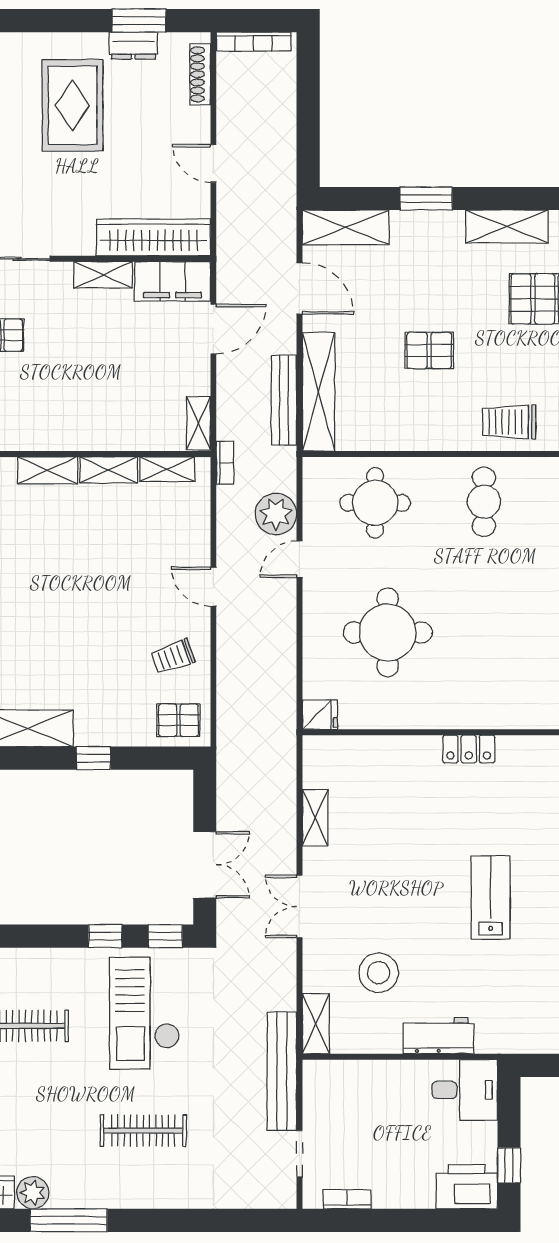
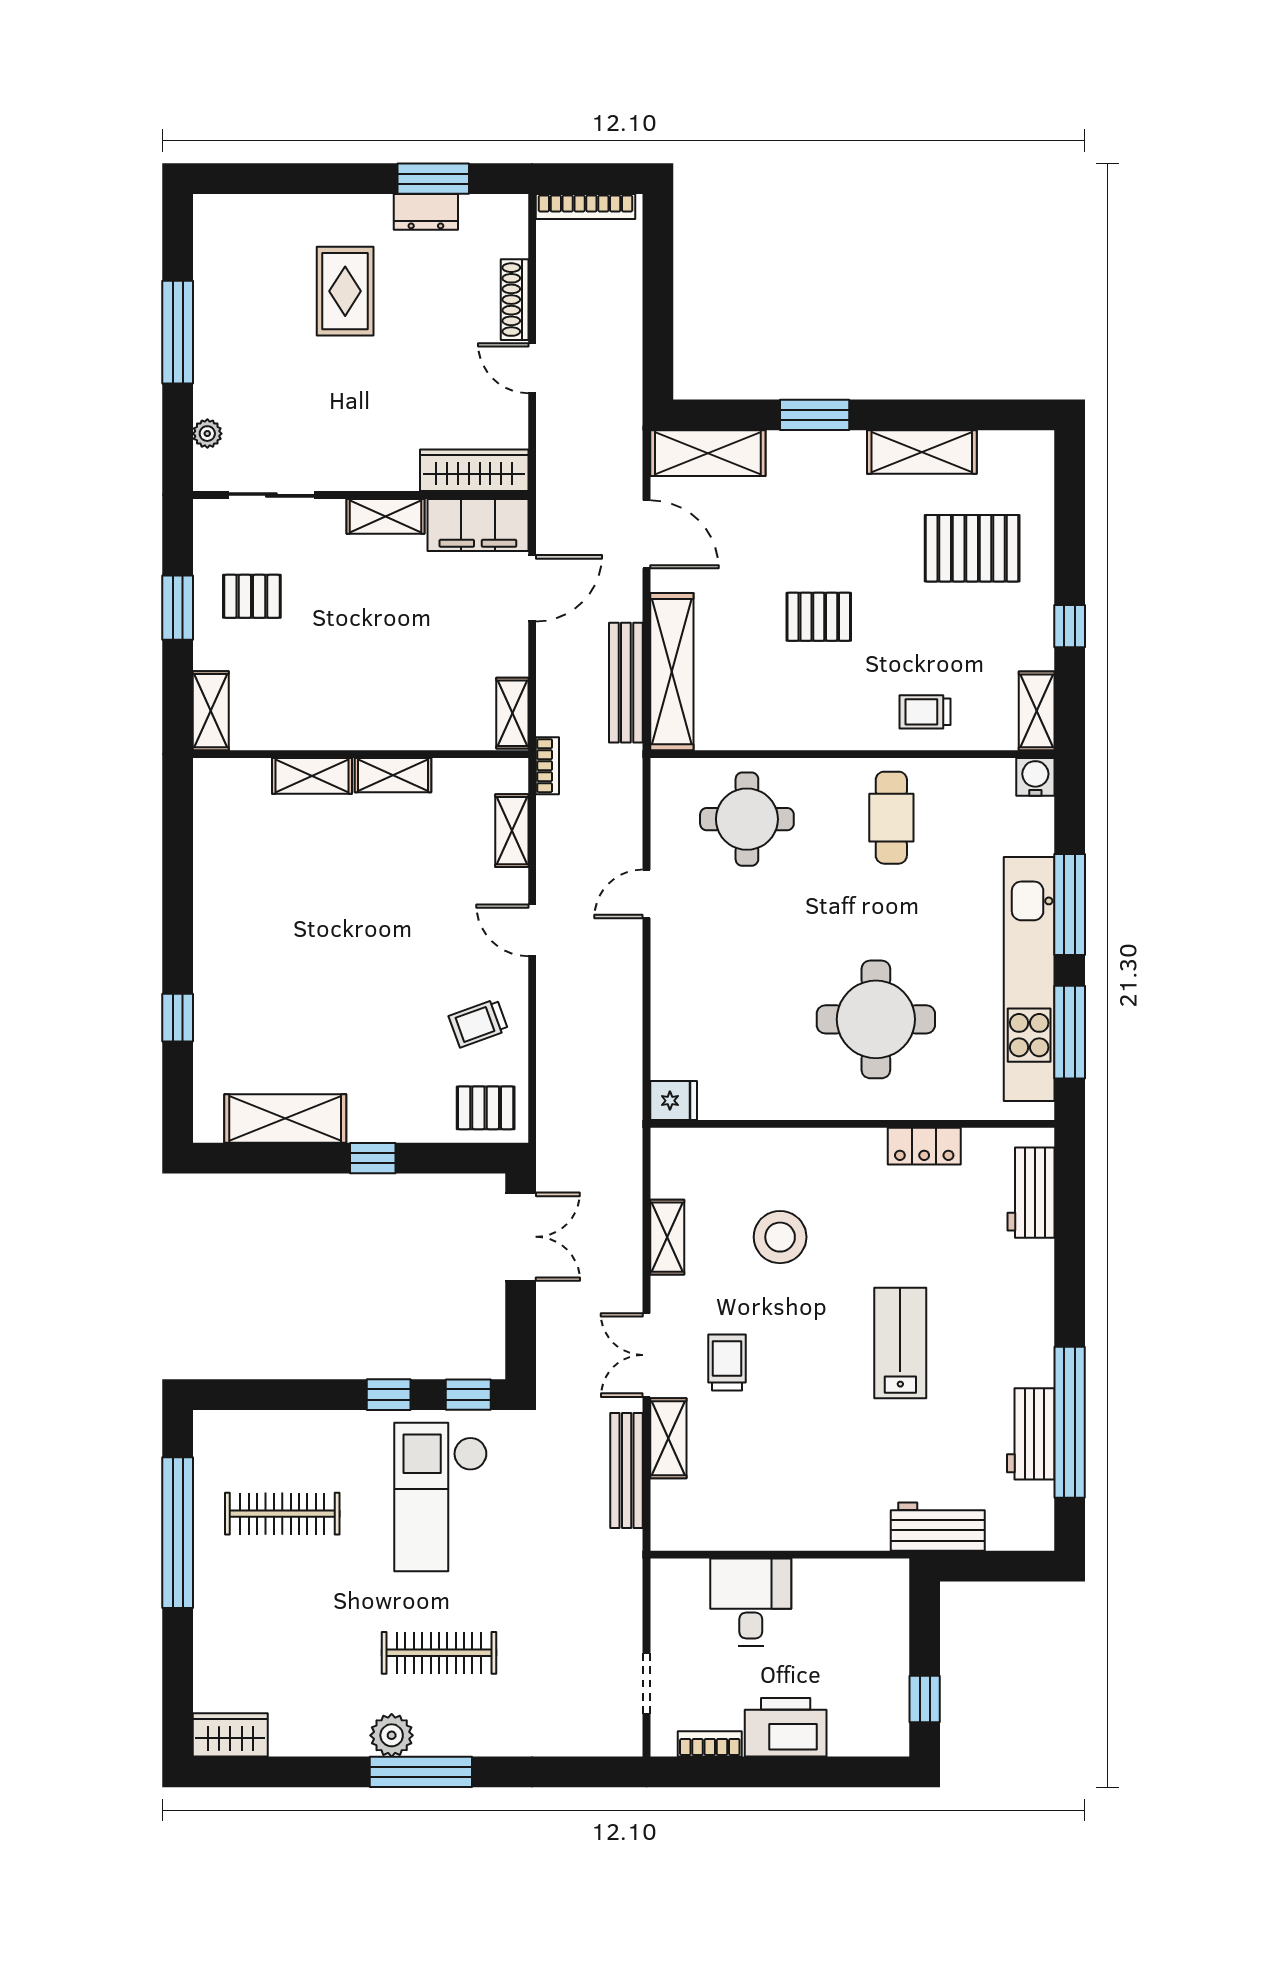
shoe rack: (200, 74) -> (515, 300), moved
rug: (73, 105) -> (345, 291), width x0.73, depth x0.70
wardrobe: (153, 237) -> (474, 470), width x0.71, depth x0.85
trolley: (509, 422) -> (925, 712), width x0.73, depth x0.72
shelving: (167, 469) -> (512, 831), moved, turned 90
plant: (276, 514) -> (615, 834), removed
round table: (388, 632) -> (876, 1019), moved
locker: (469, 749) -> (924, 1146), moved
double door: (205, 865) -> (521, 1237), moved
trolley: (360, 912) -> (727, 1362), added
stool: (379, 973) -> (780, 1237), moved
shelving: (316, 1024) -> (668, 1438), moved
workbench: (438, 1036) -> (938, 1527), moved
bench: (282, 1071) -> (627, 1470), moved, width x0.73, depth x0.82
desk: (465, 1090) -> (751, 1602), moved, turned -90
printer: (467, 1187) -> (786, 1727), moved
plant: (33, 1193) -> (392, 1735), moved
window: (69, 1220) -> (421, 1772), moved

